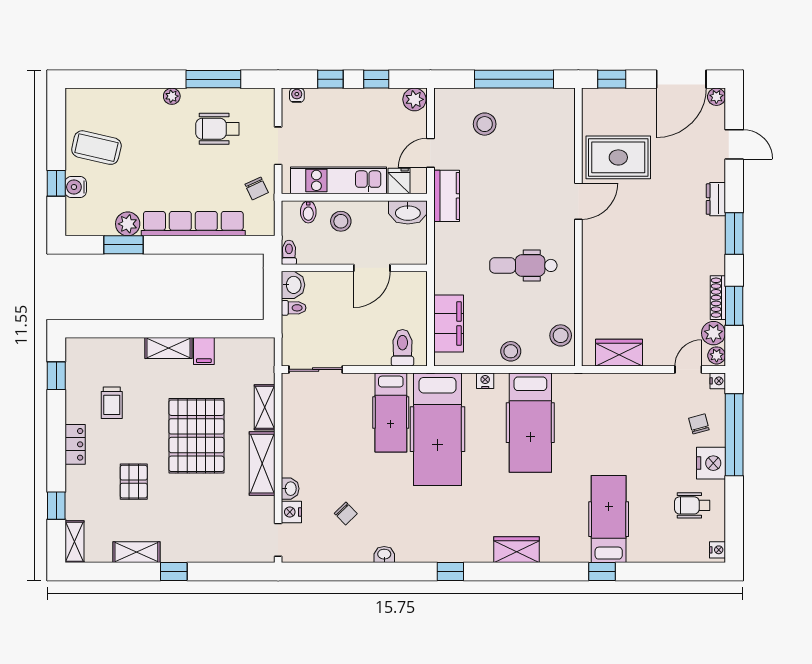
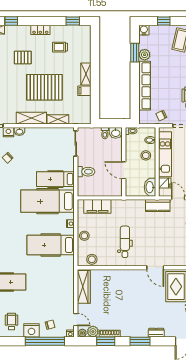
water cooler: (76, 187) -> (144, 30), moved
toilet: (403, 348) -> (86, 172), moved
wardrobe: (619, 353) -> (84, 287), width x1.50

